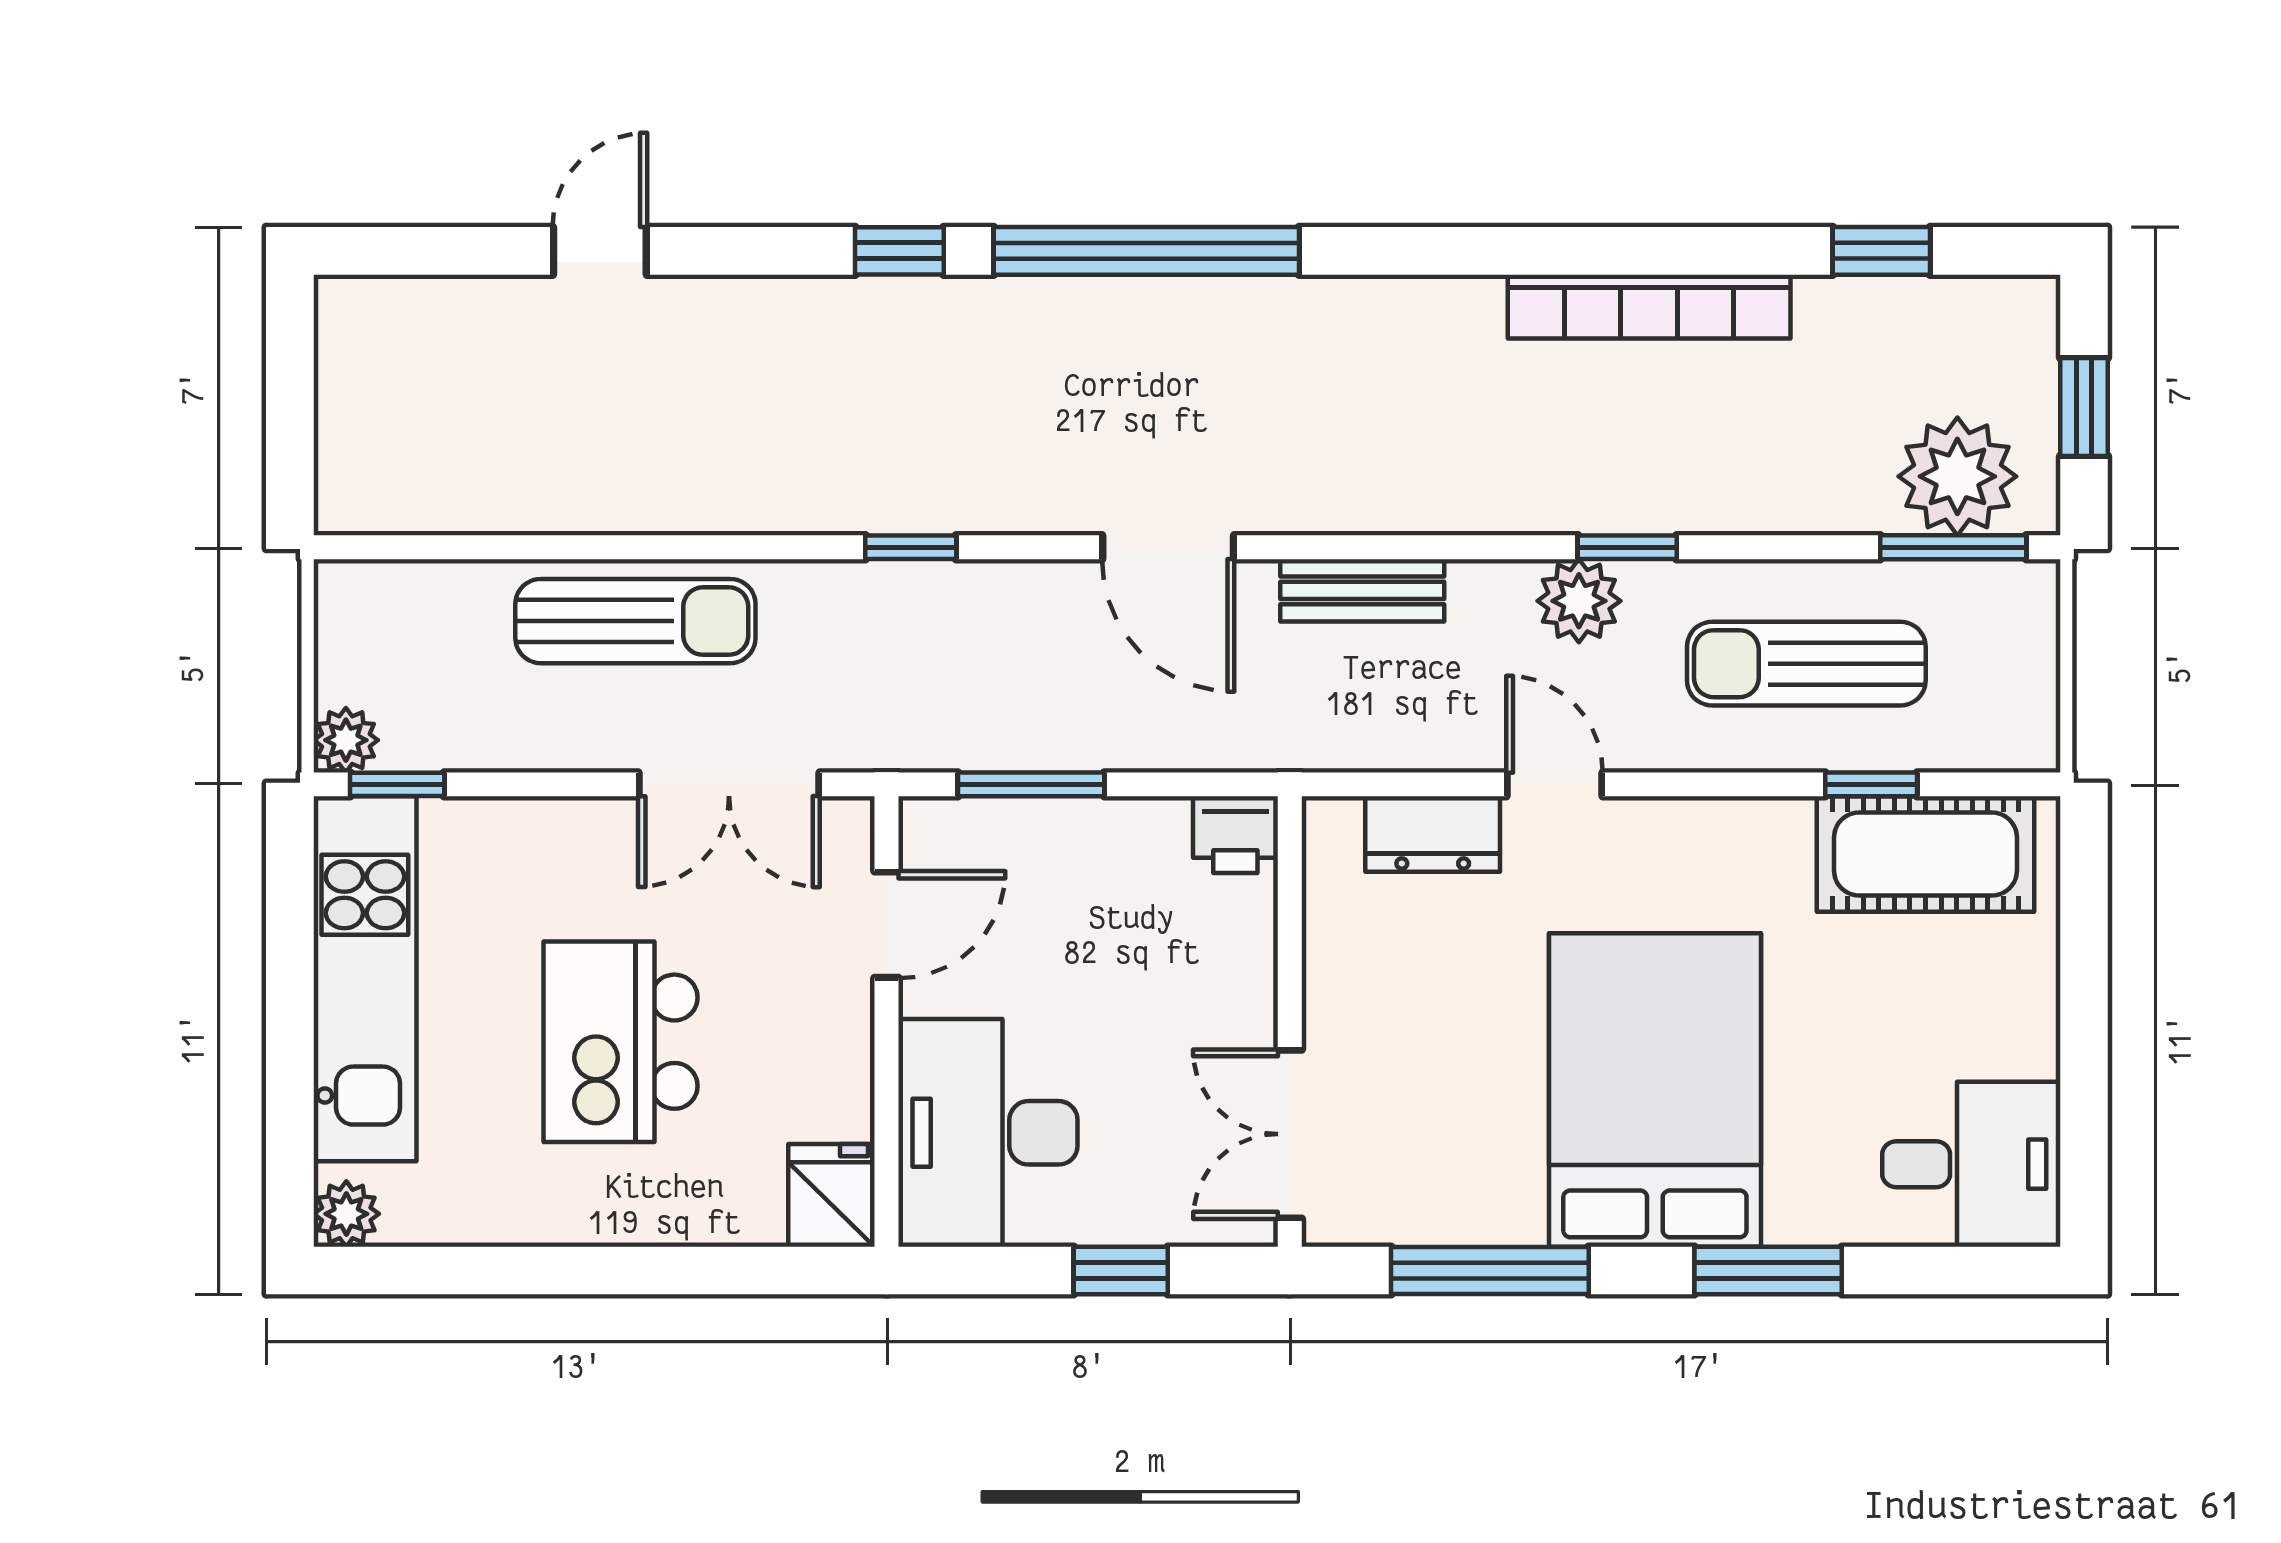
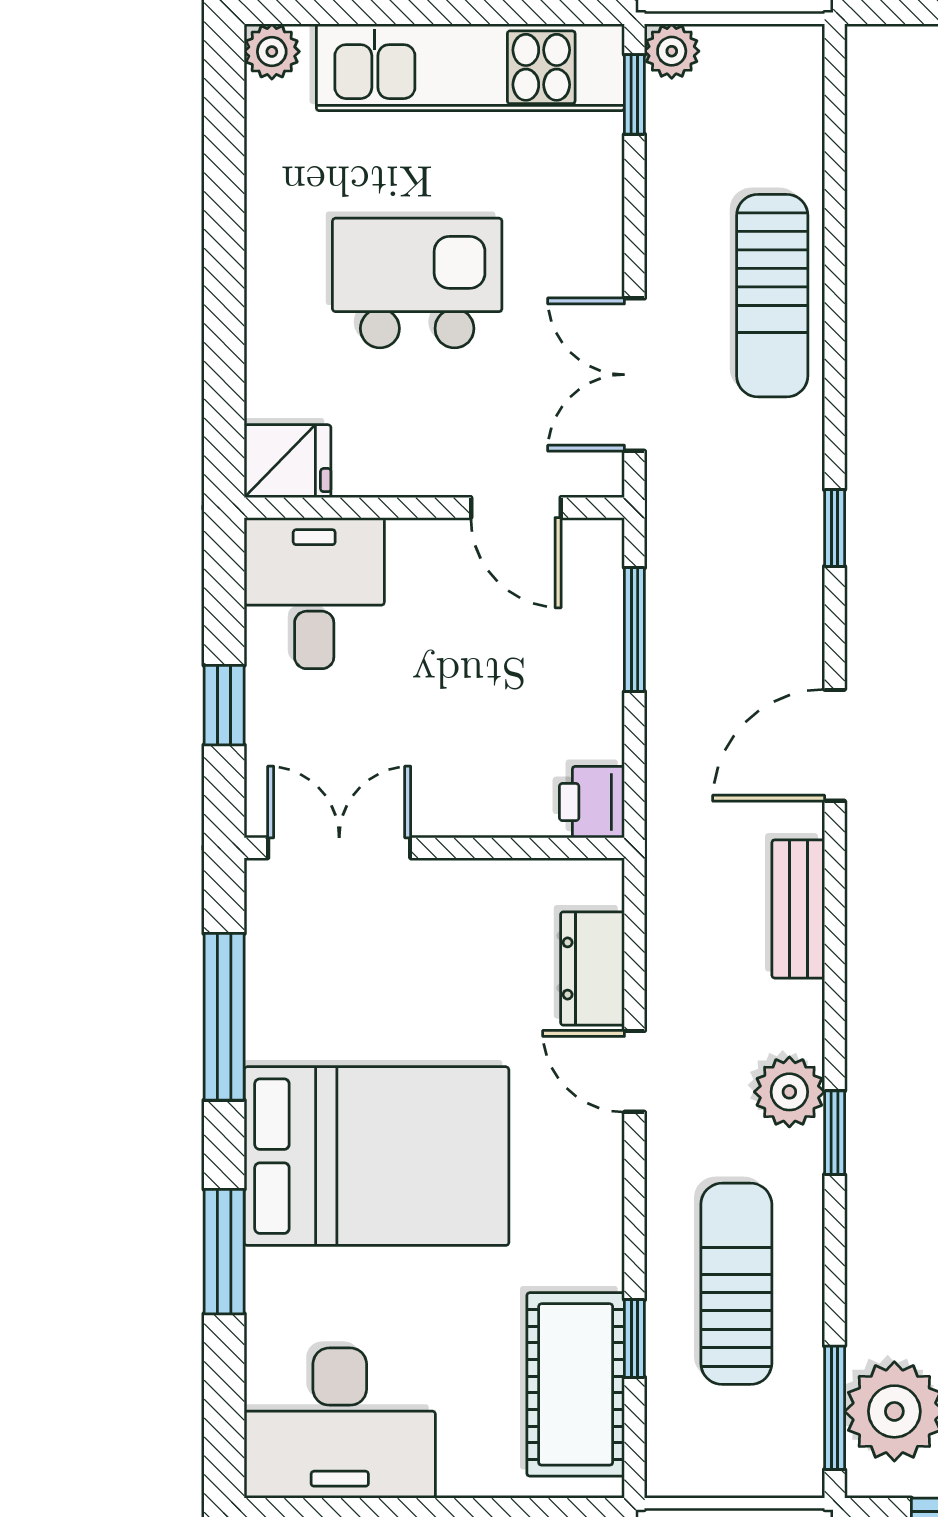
door: (1555, 784) -> (634, 1071), swing flipped
desk: (988, 1133) -> (314, 593), width x0.73
desk: (1971, 1164) -> (340, 1423), width x1.37

